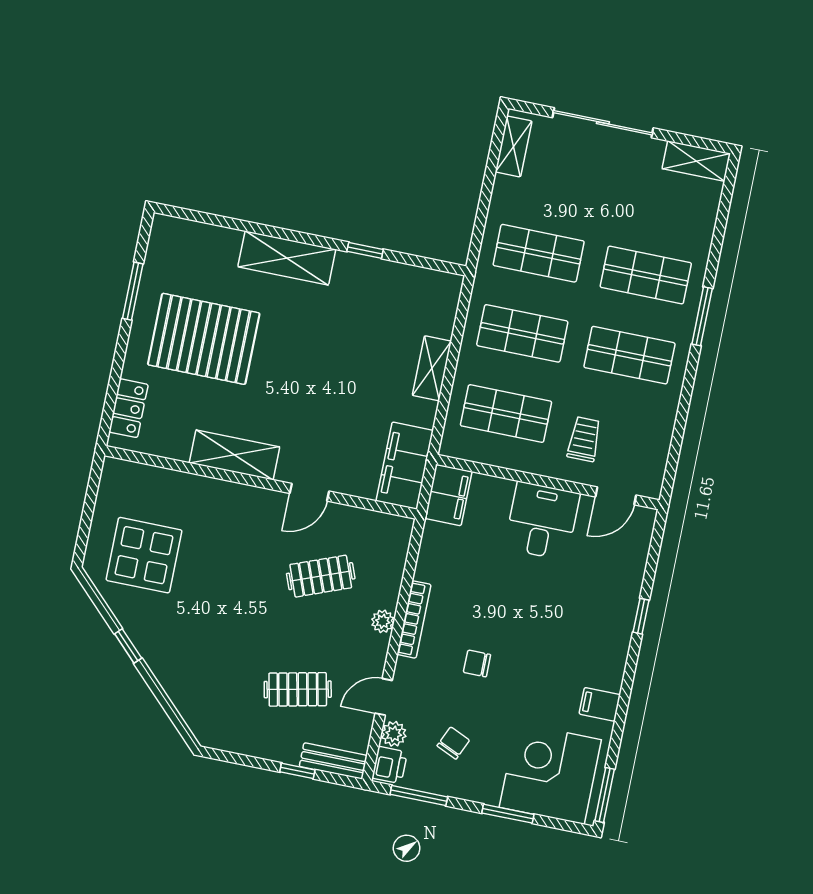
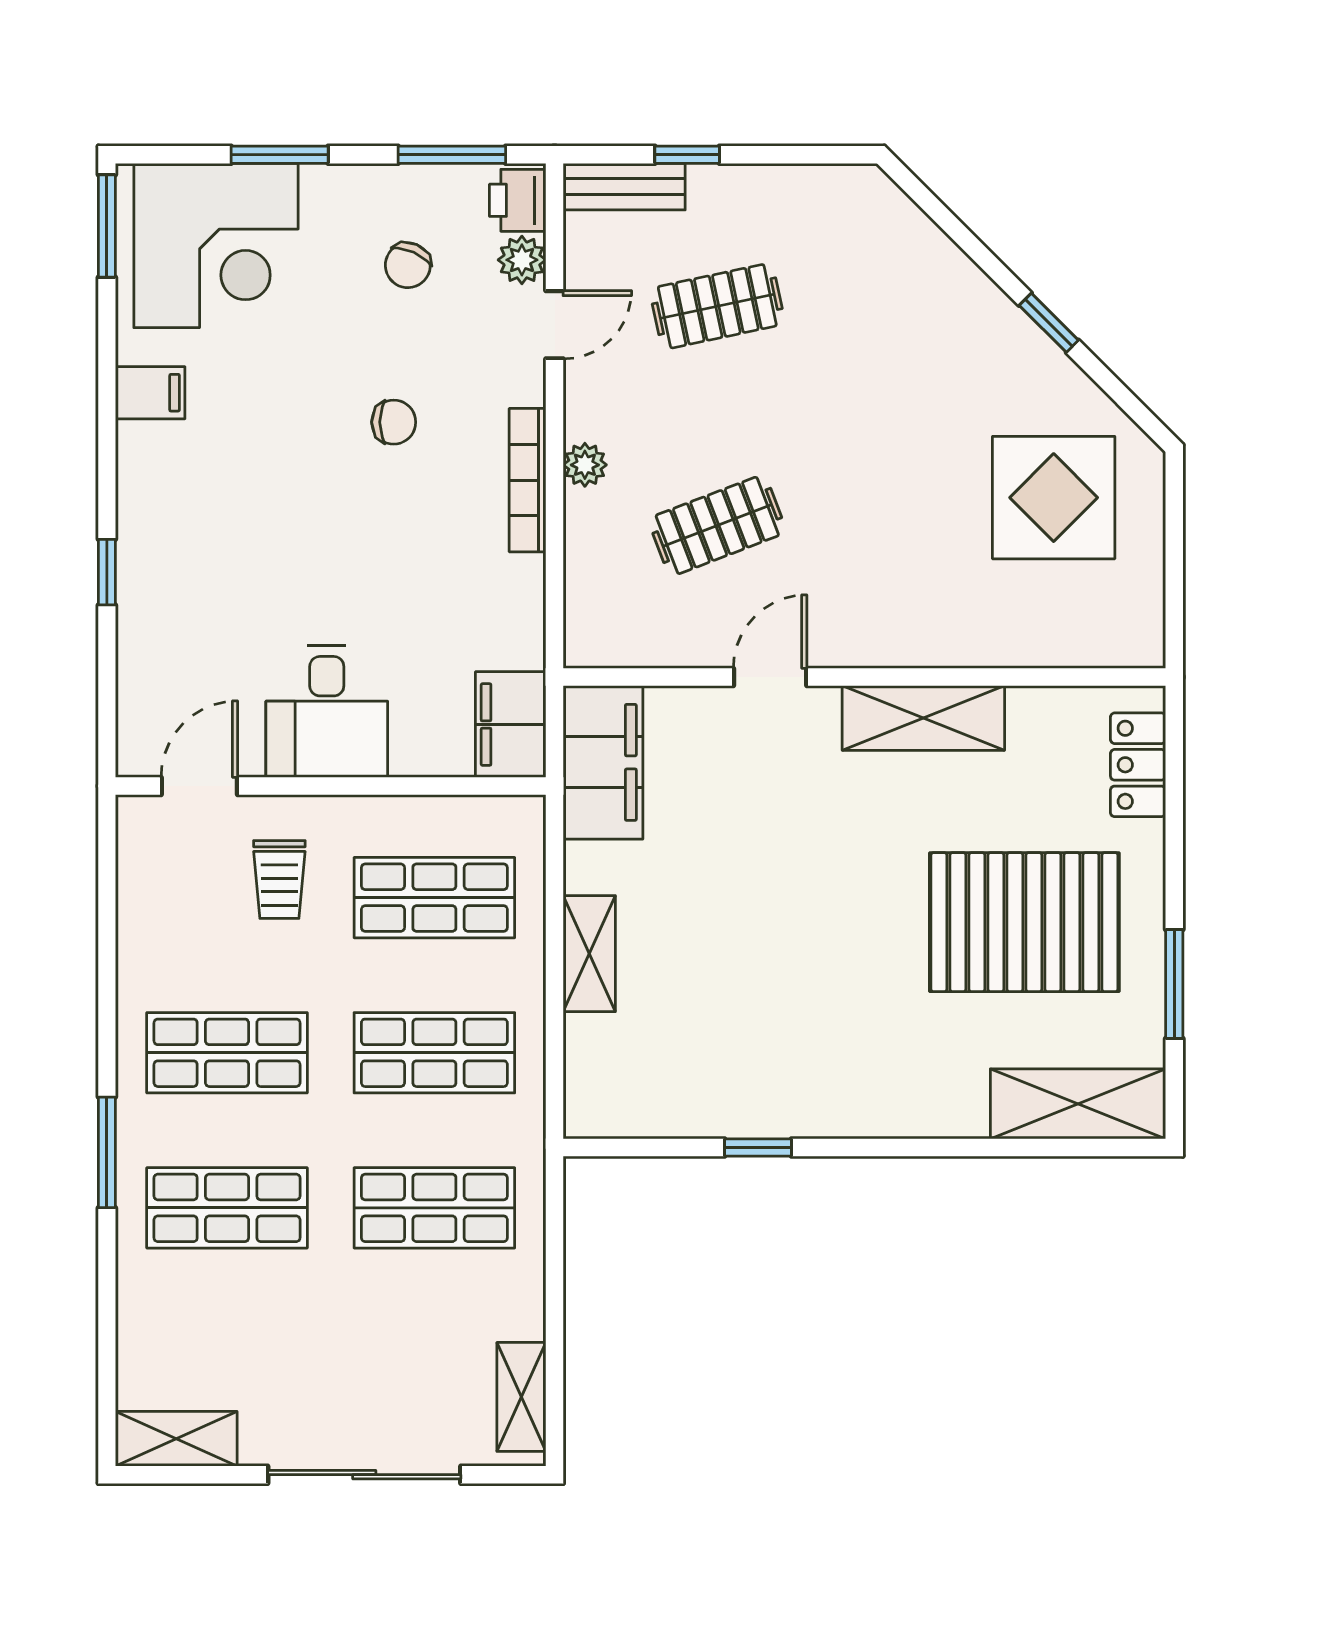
shelving: (287, 258) -> (1078, 1104), moved

